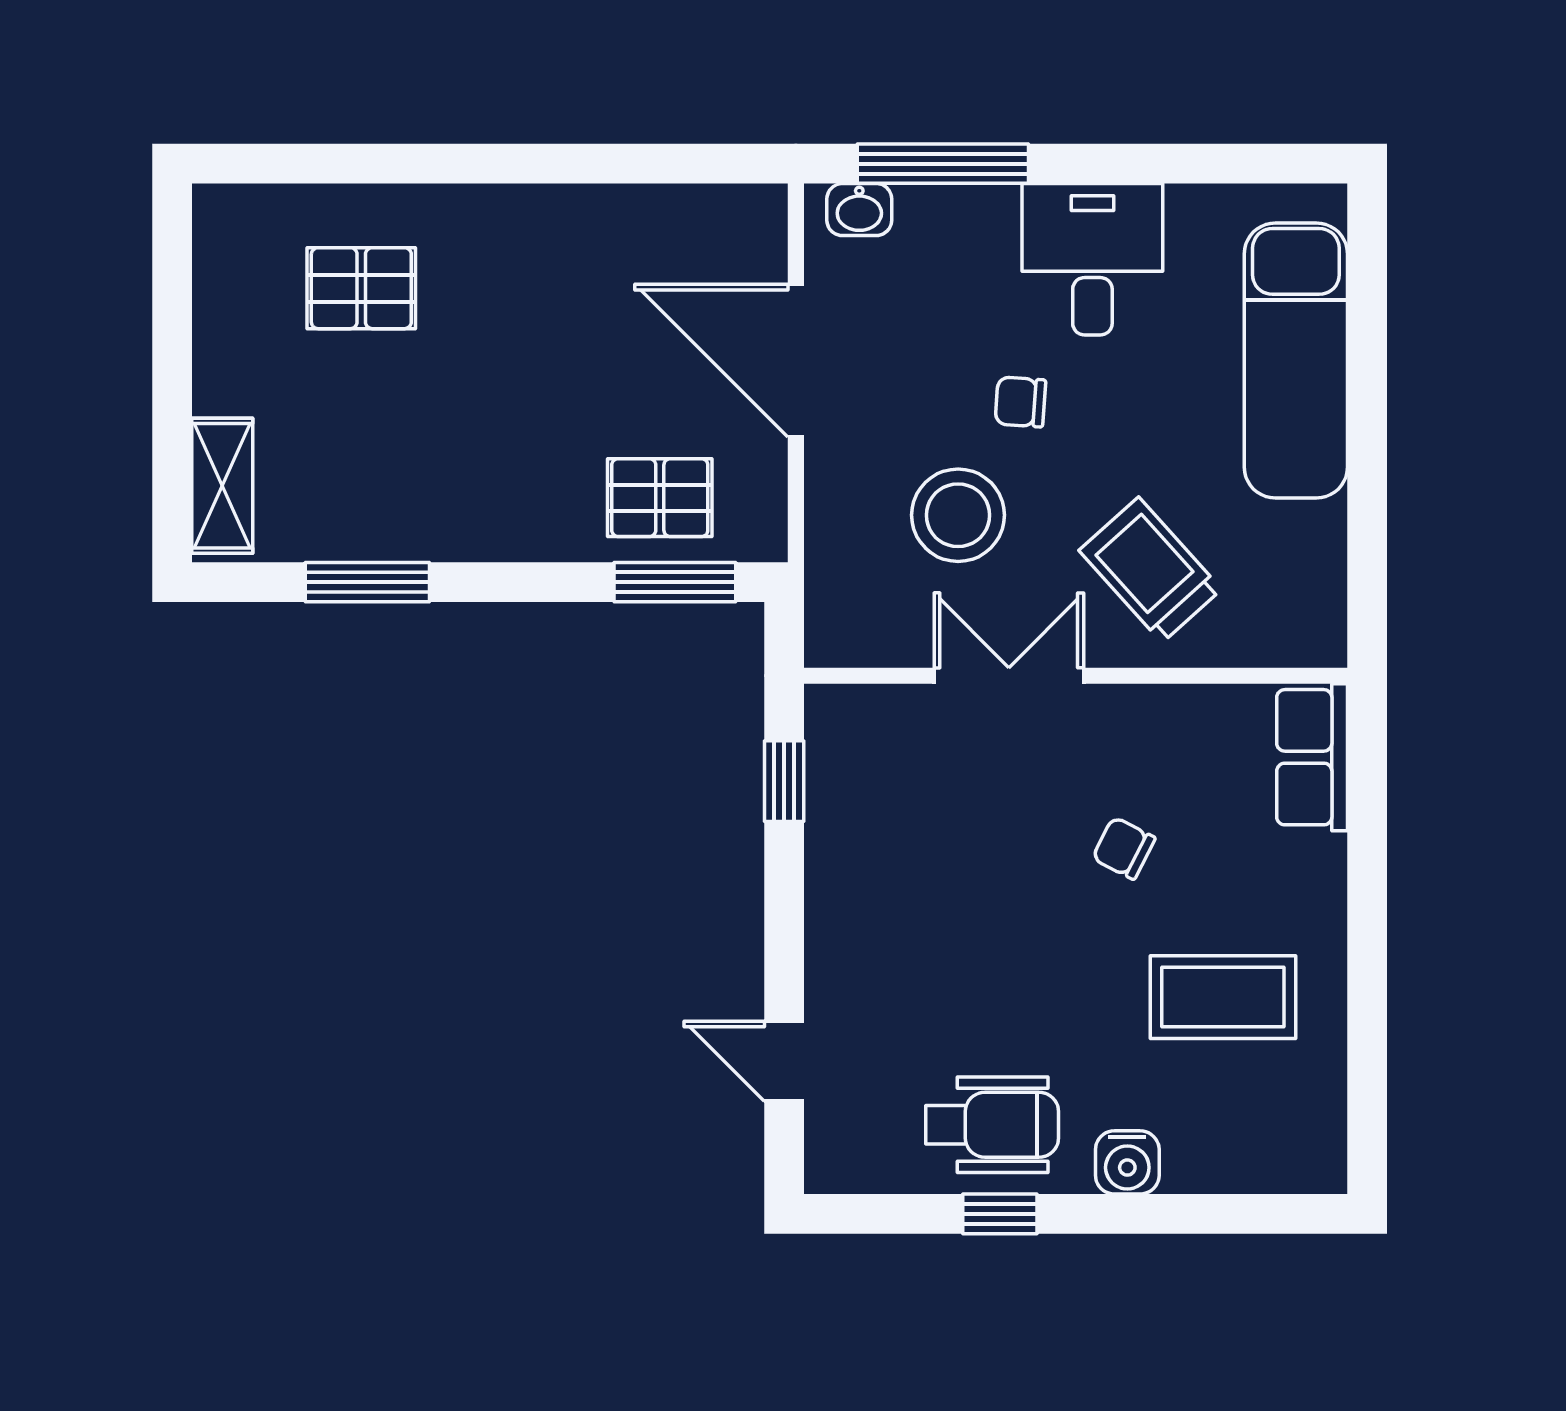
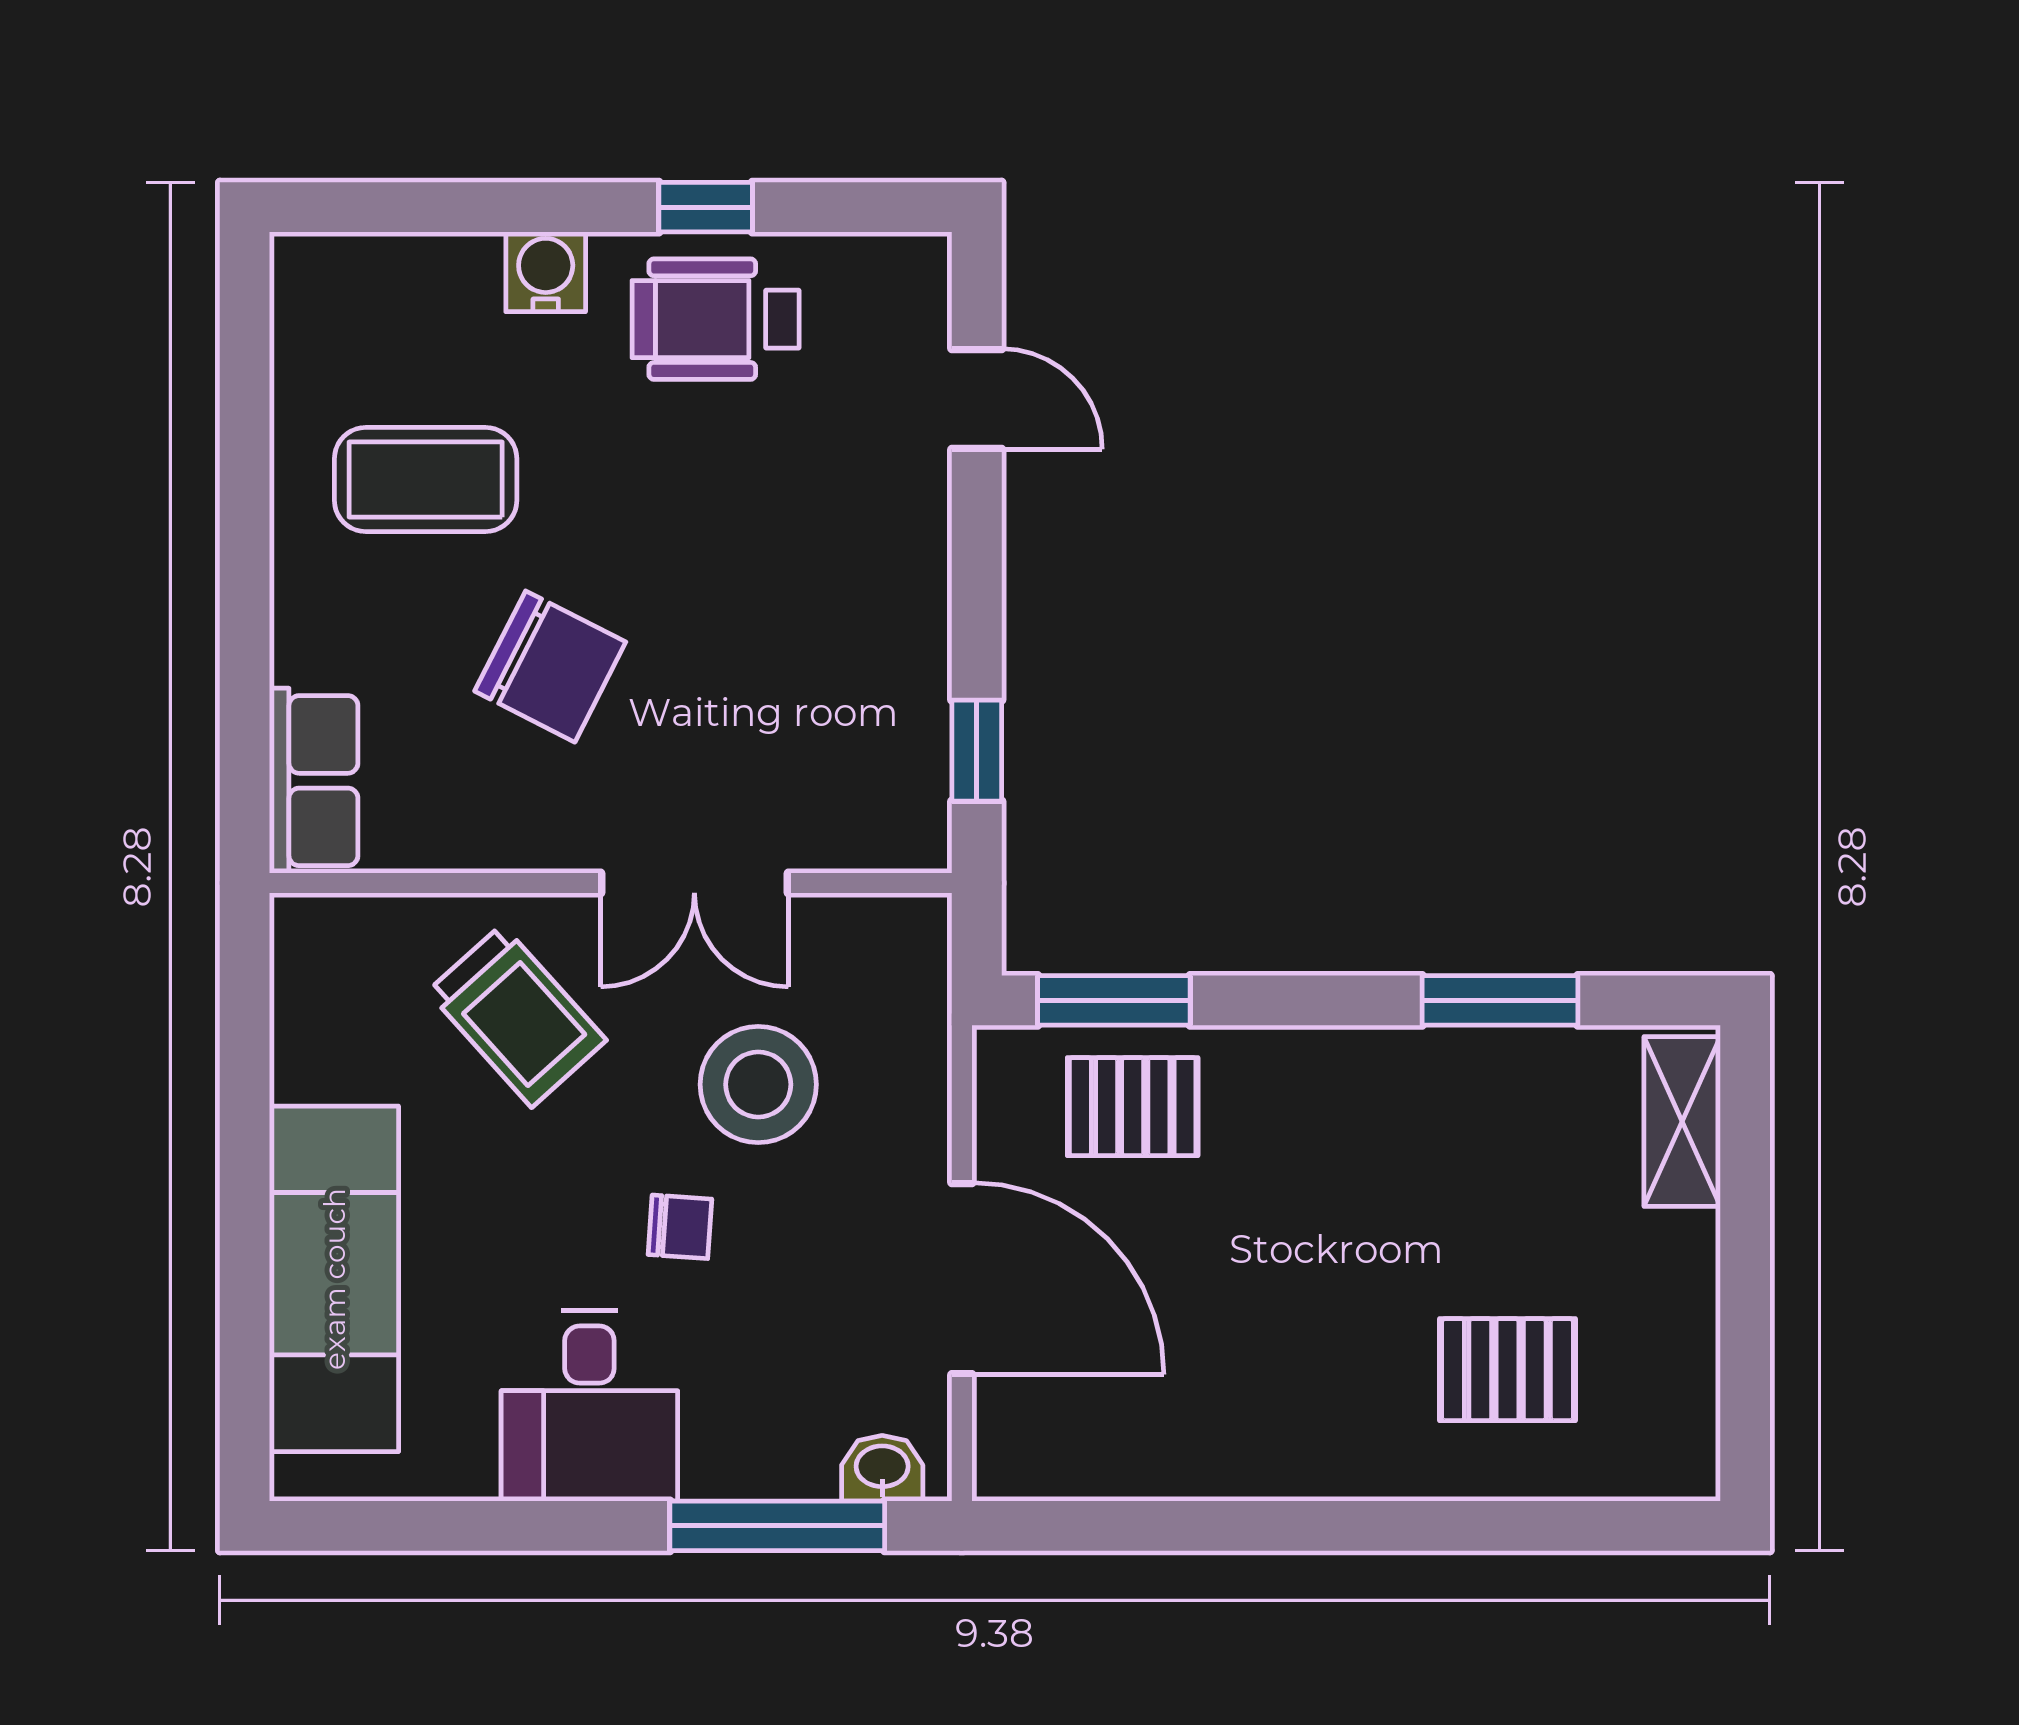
chair: (1124, 848) -> (550, 667), width x1.87, depth x1.87

